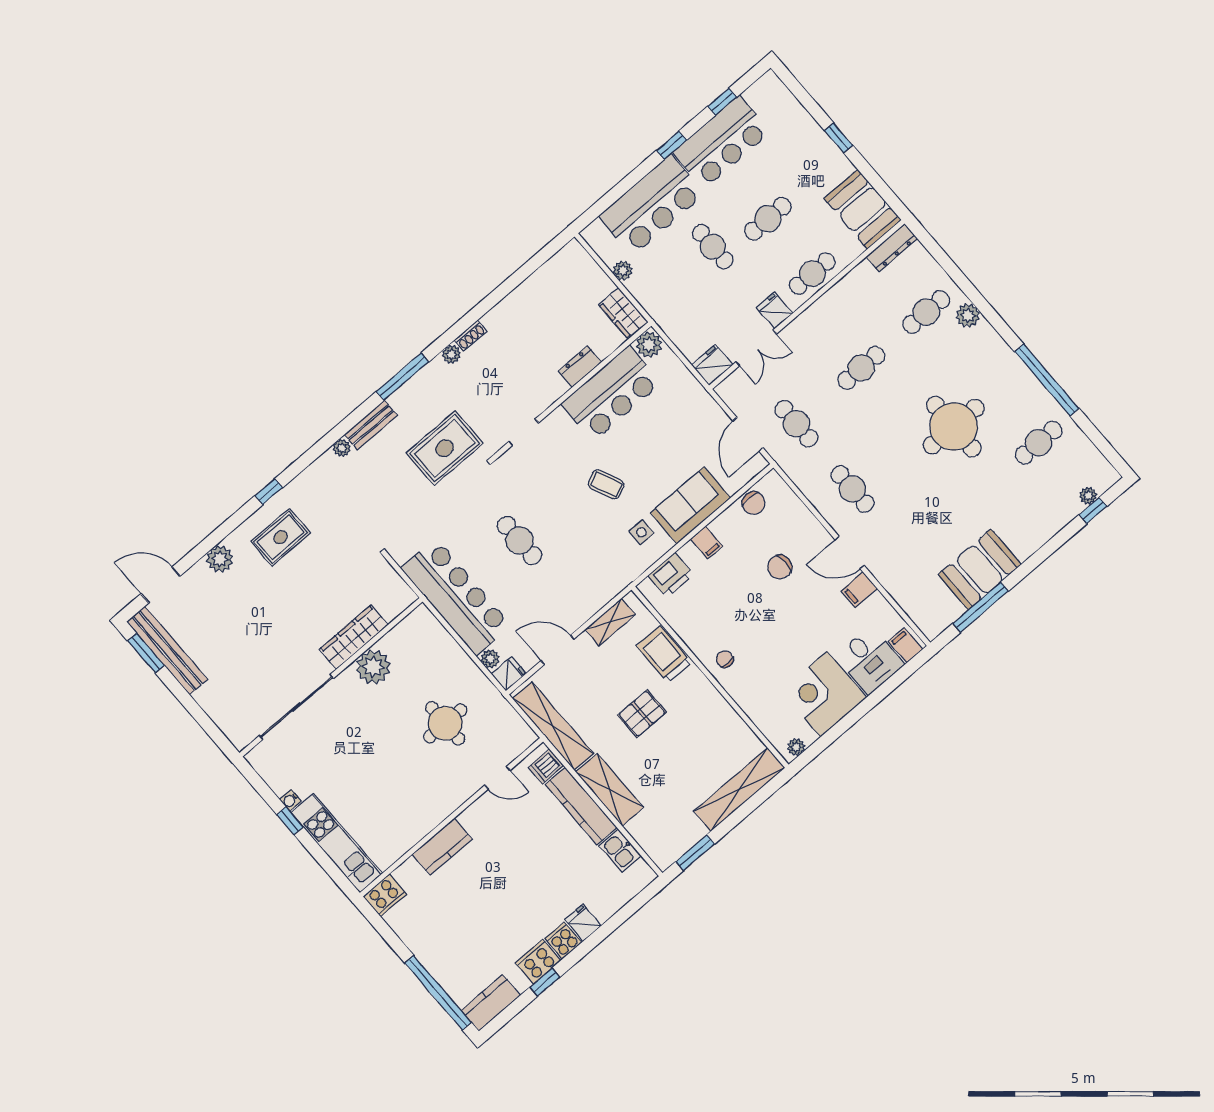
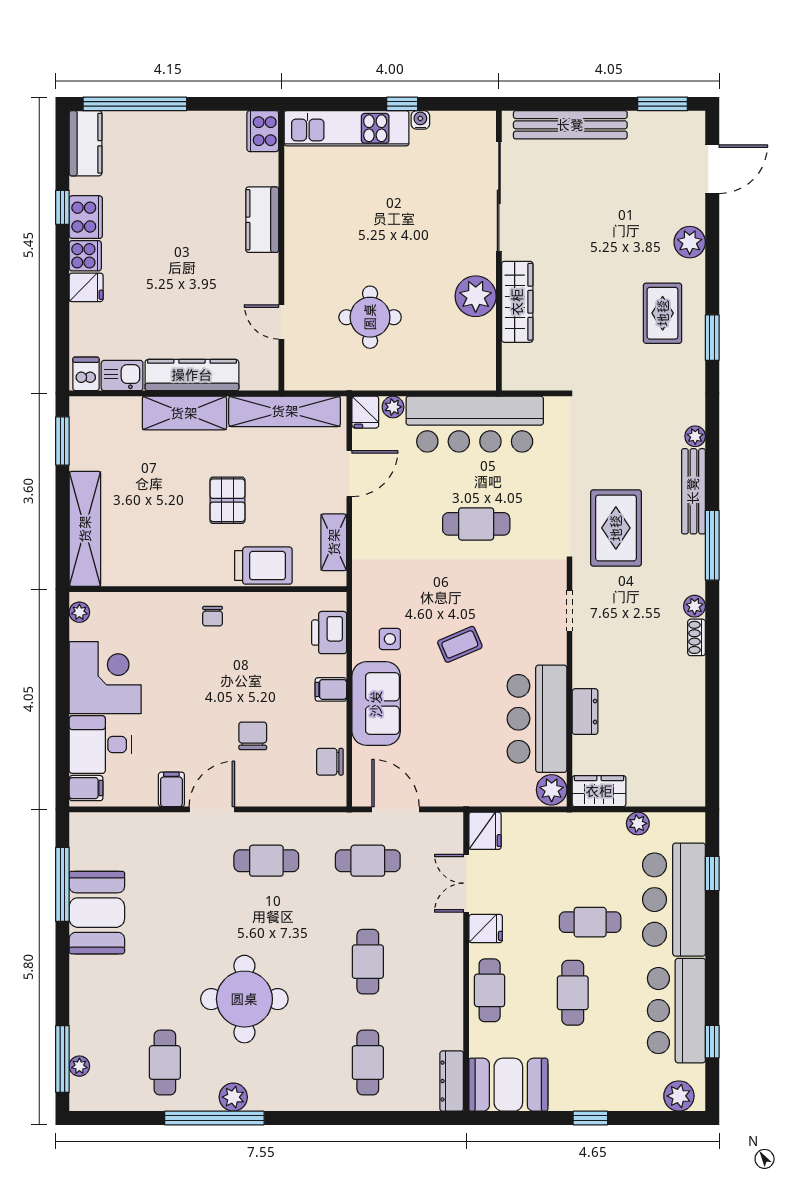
plant: (775, 93) -> (679, 1096), added
window: (671, 145) -> (712, 873), moved
plant: (968, 315) -> (233, 1097), moved
bench: (371, 425) -> (693, 491), width x1.36
window: (269, 492) -> (712, 338), width x1.50
window: (1093, 511) -> (62, 1059), width x2.17
bench: (167, 650) -> (570, 125), moved
chair: (725, 659) -> (213, 616), turned 90
dishwasher: (546, 767) -> (86, 374), moved
door: (497, 778) -> (281, 322), hinge flipped

